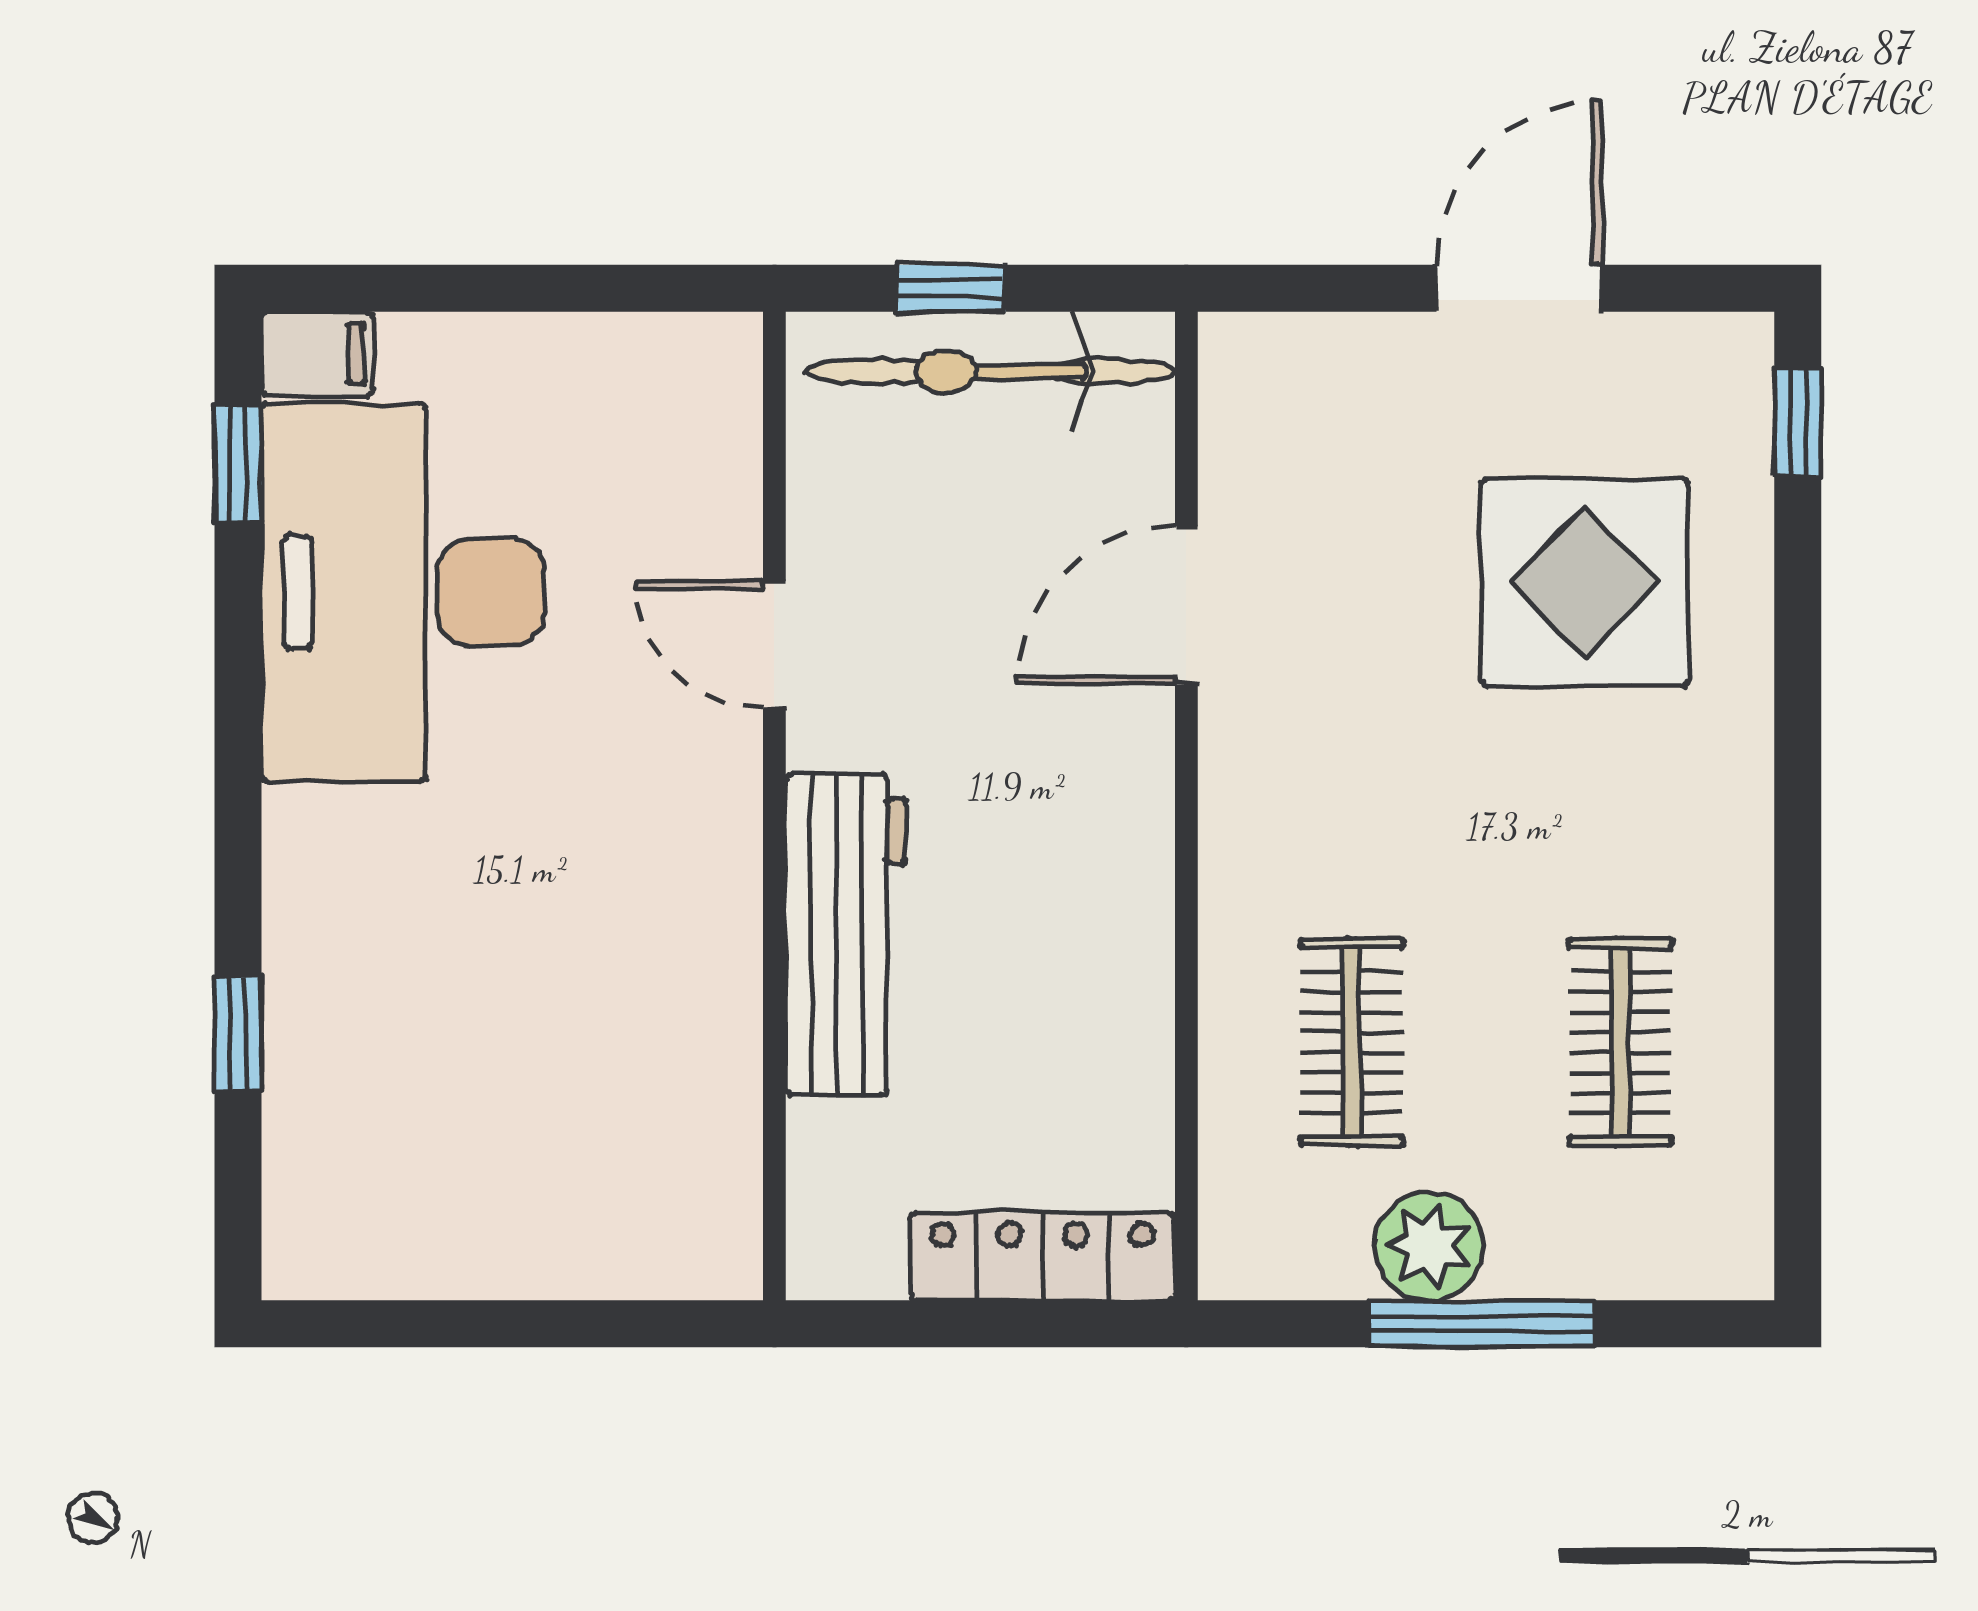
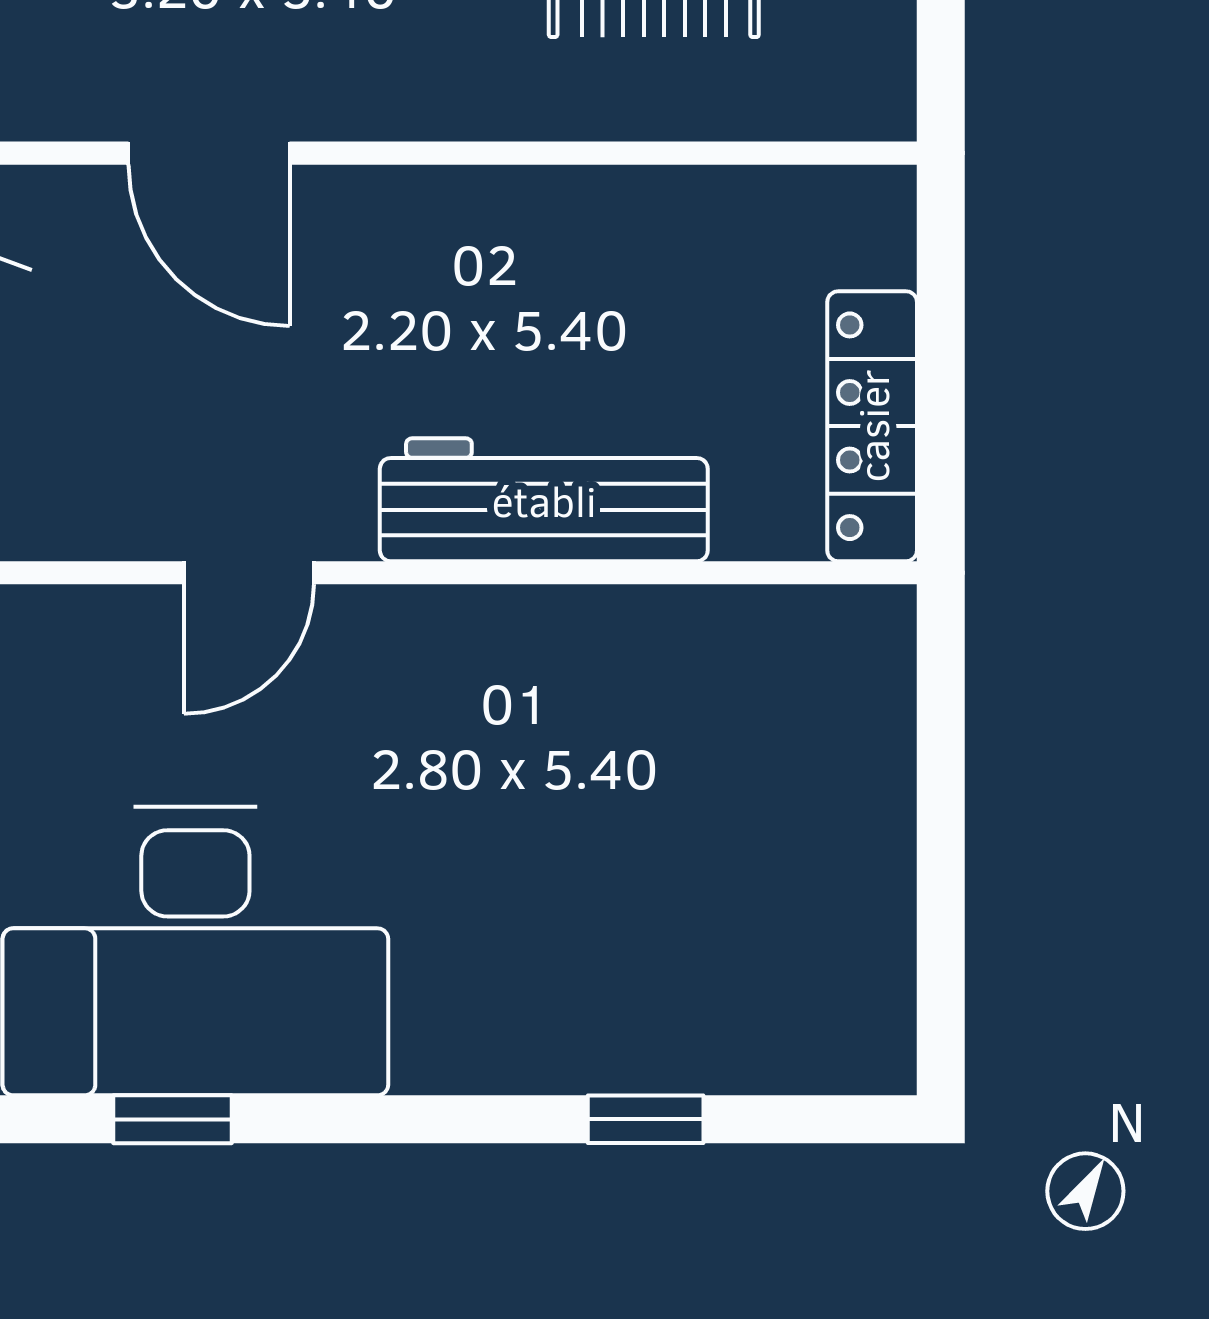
window: (238, 463) -> (173, 1119), moved
locker: (1043, 1256) -> (872, 426), moved

